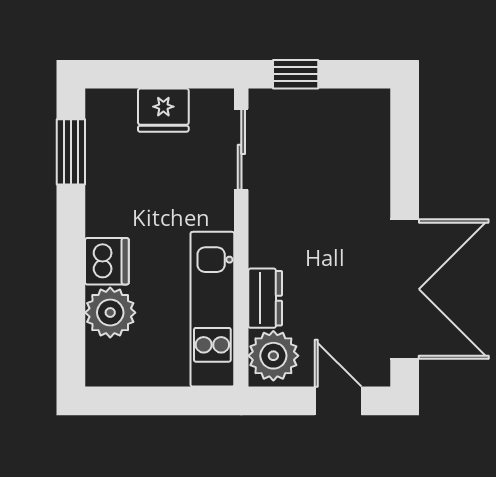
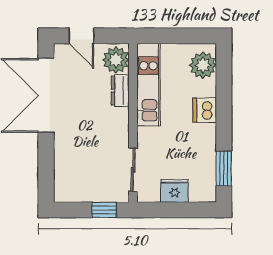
plant: (110, 313) -> (203, 65), moved

